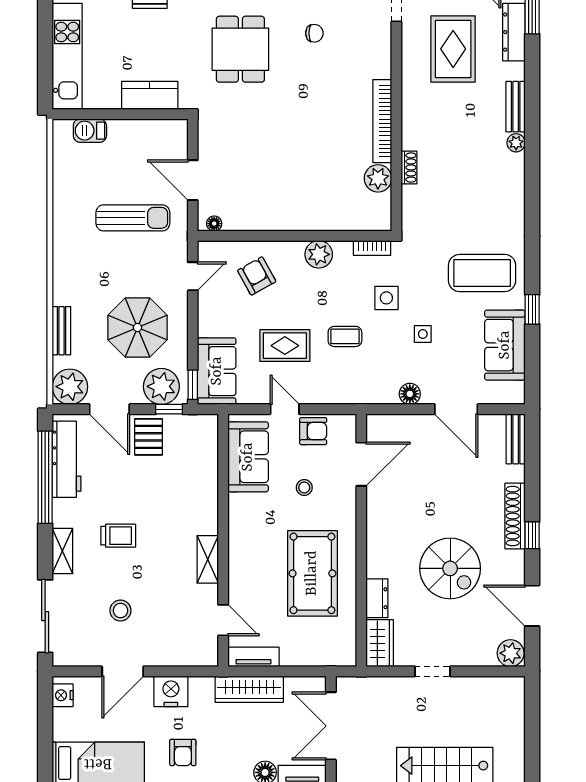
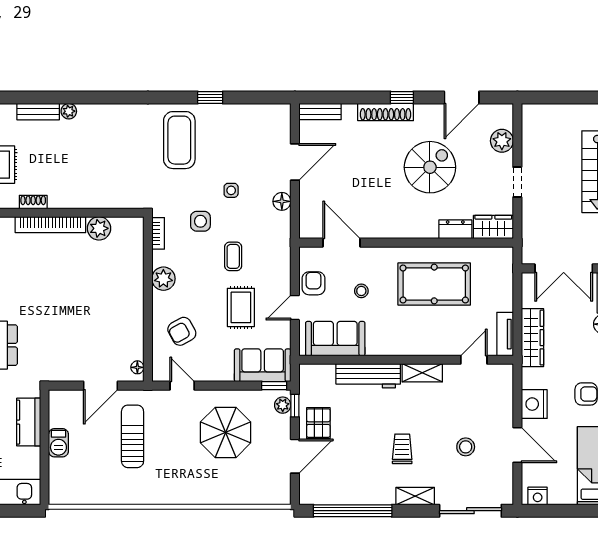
barbecue: (90, 131) -> (58, 443), moved
shoe rack: (409, 167) -> (33, 202), moved
bench: (61, 331) -> (228, 497), removed
sofa: (505, 345) -> (240, 121), removed
plant: (161, 386) -> (283, 405), width x0.53, depth x0.53
plant: (70, 387) -> (276, 490), removed
pallet: (149, 437) -> (318, 423), turned 90
workbench: (67, 459) -> (368, 376), moved, turned 180
plant: (511, 653) -> (502, 141), moved

